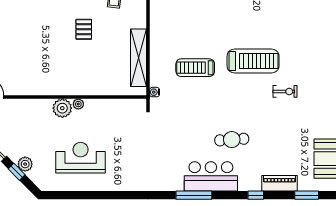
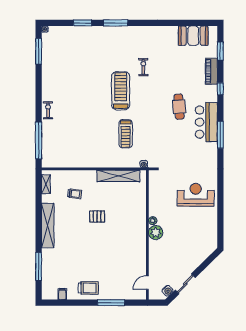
reception desk: (81, 158) -> (196, 195), moved, turned 90
plant: (25, 164) -> (197, 260), removed
window: (17, 172) -> (203, 266), removed

